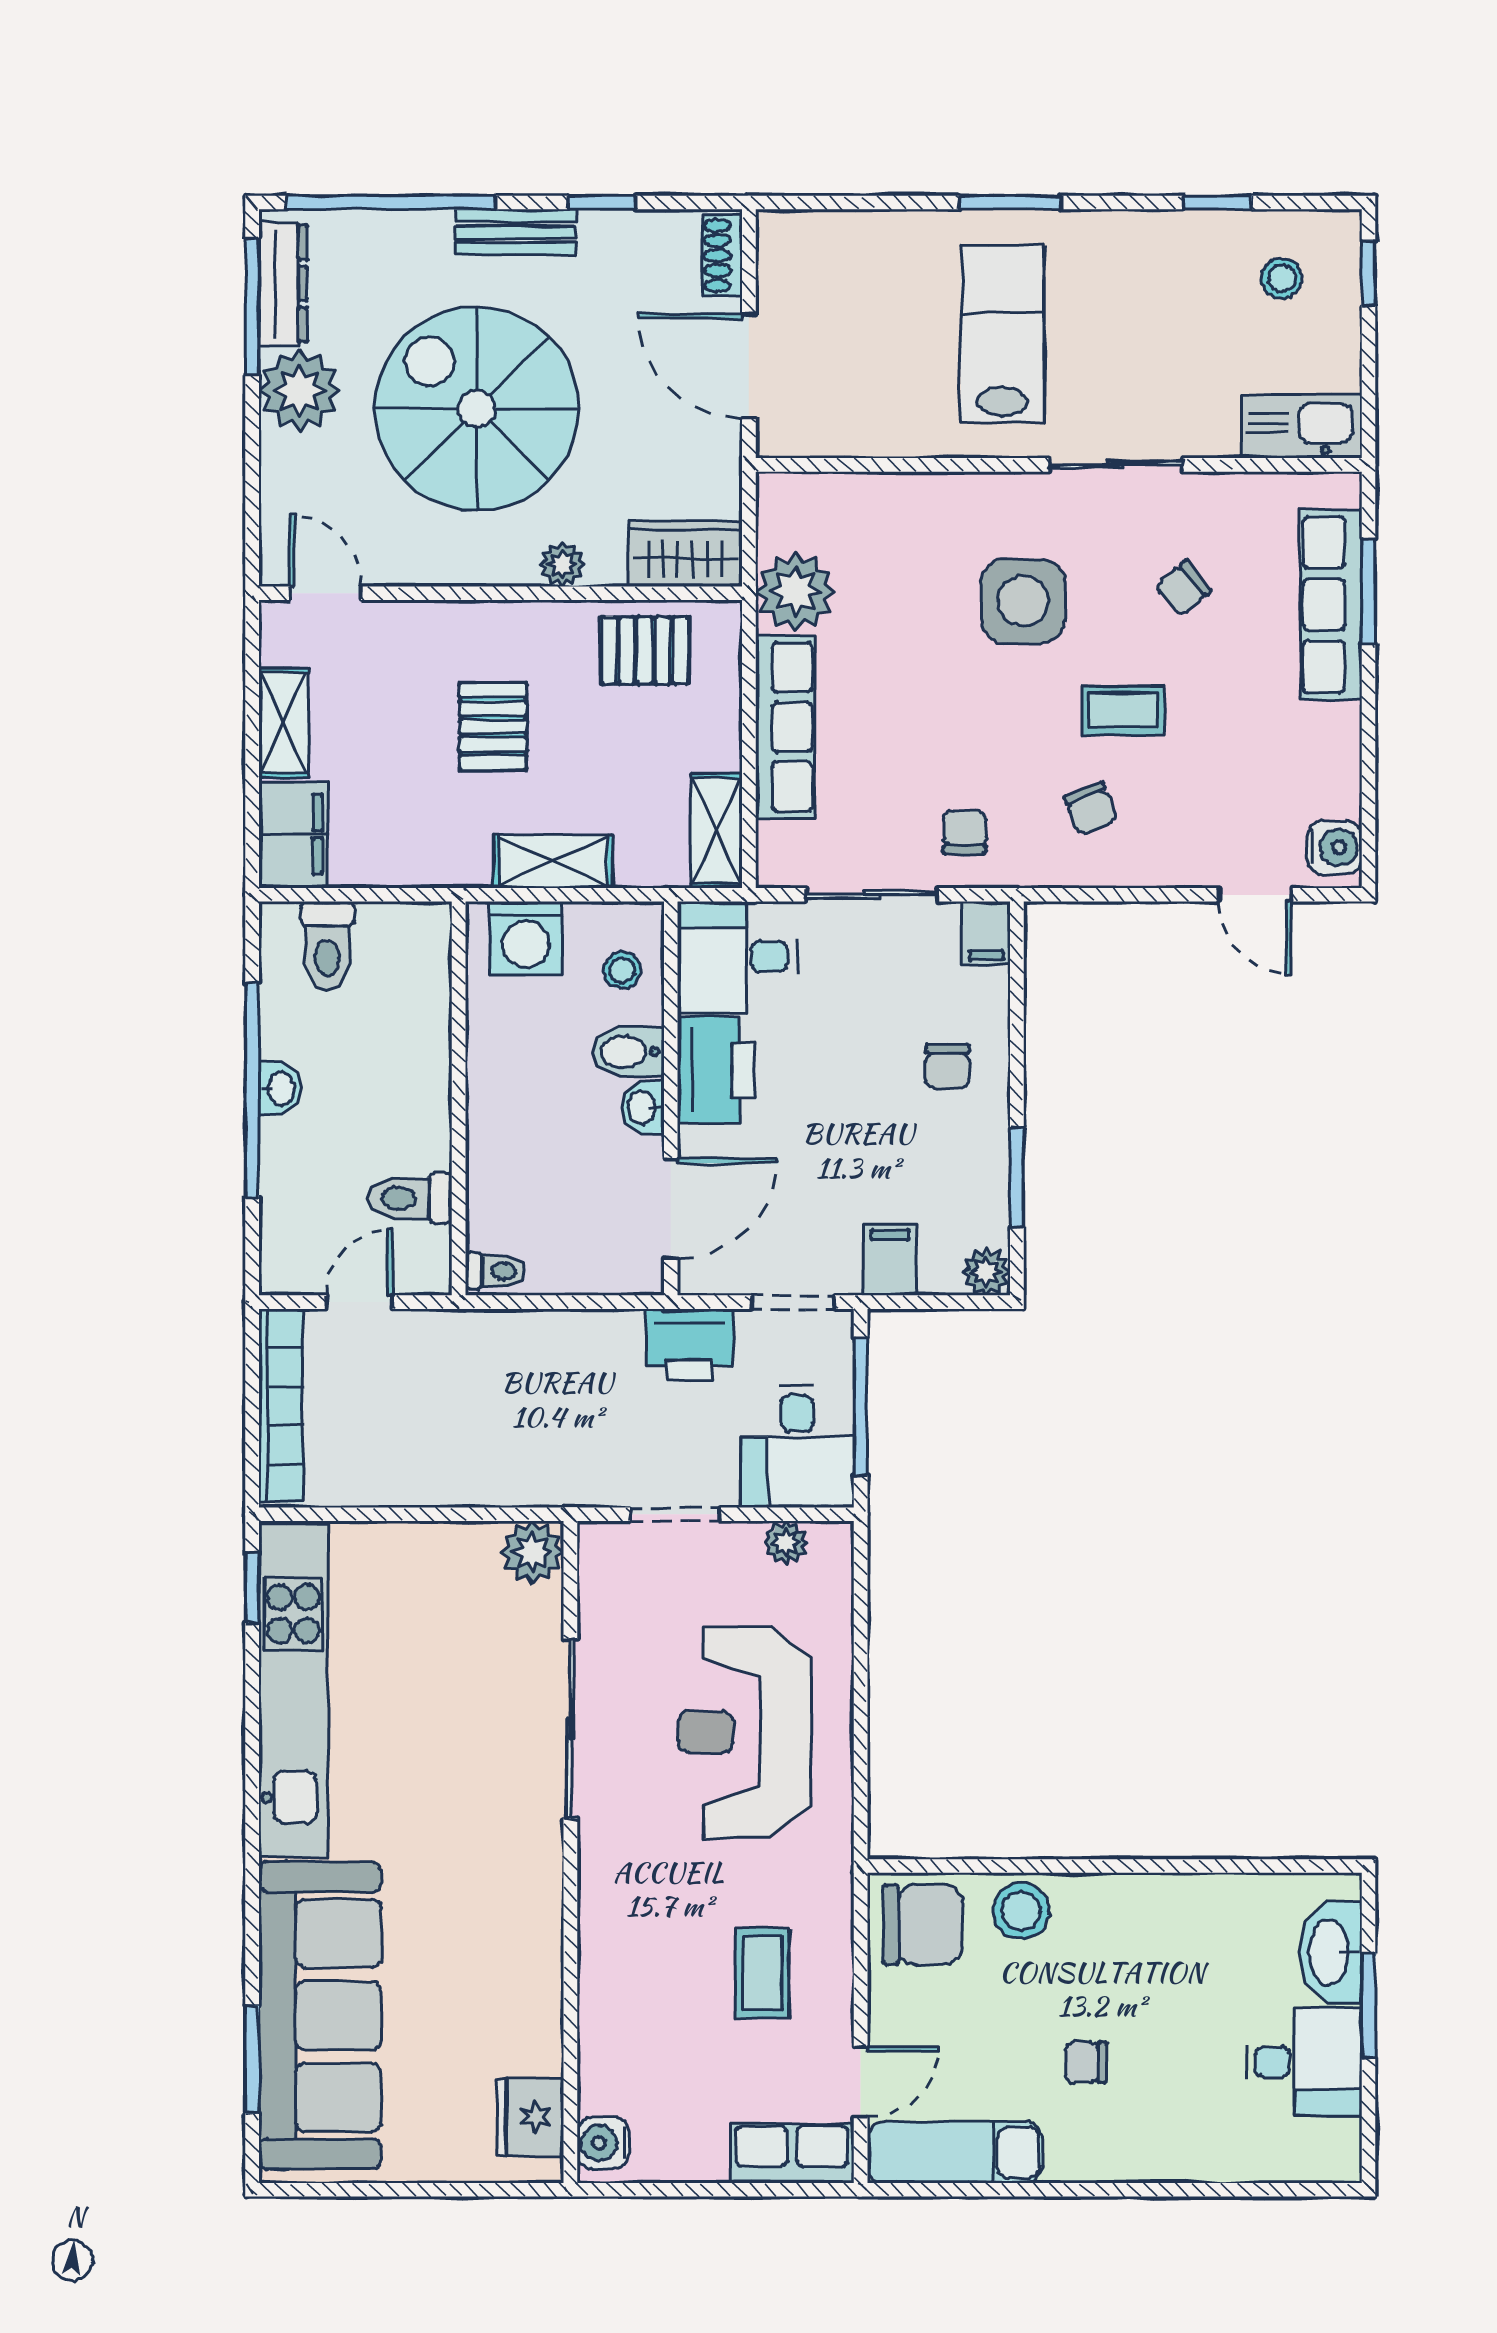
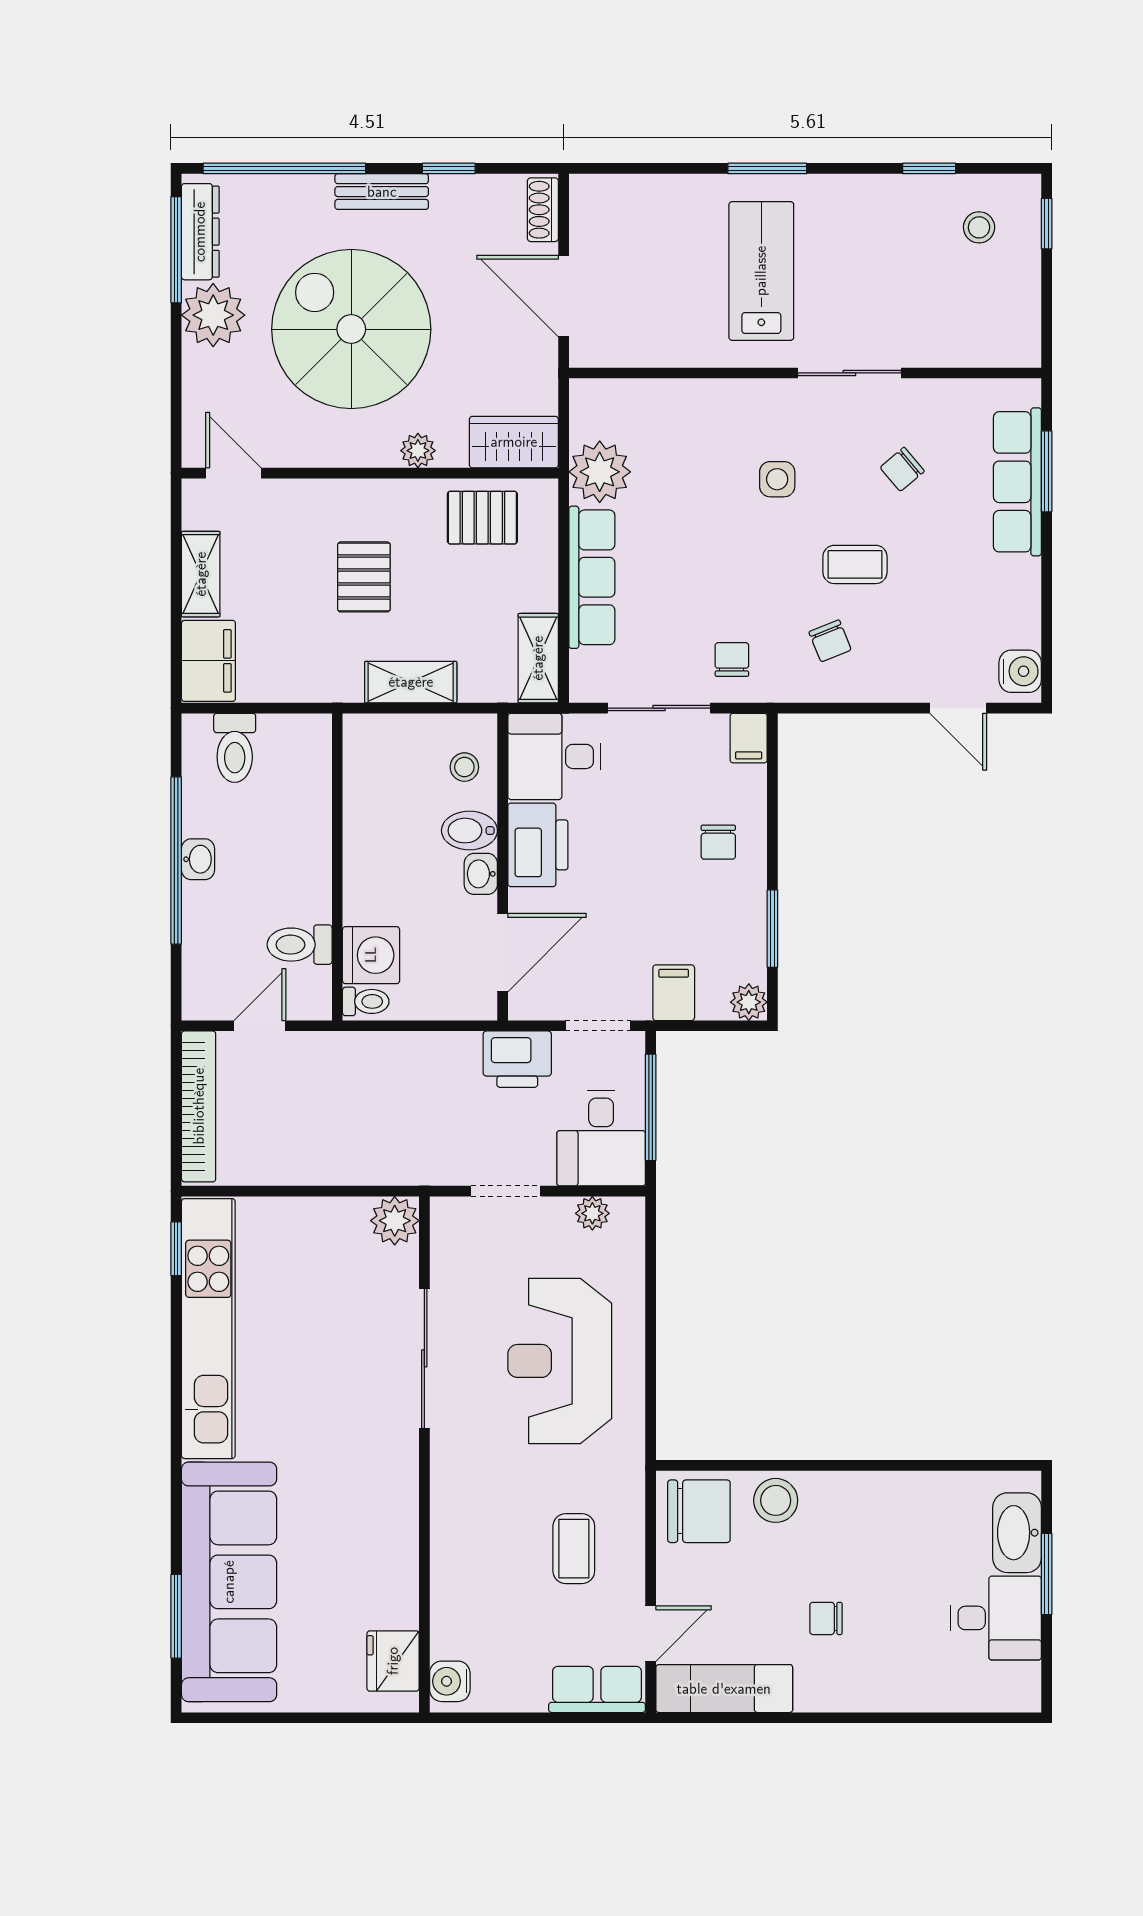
kitchen sink: (1301, 426) -> (994, 343), removed
side table: (1023, 601) -> (777, 479), width x0.54, depth x0.54
washing machine: (526, 938) -> (371, 955), moved, turned -90

